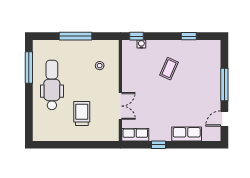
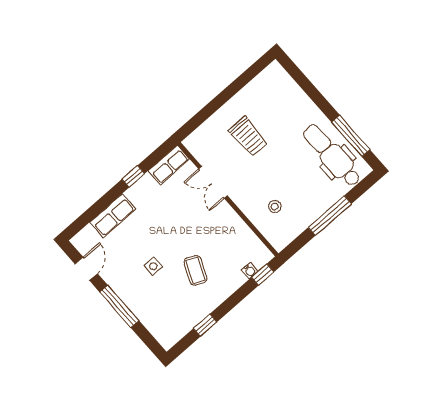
dental chair: (52, 85) -> (332, 155), moved, turned 180
side table: (189, 90) -> (153, 266), added

